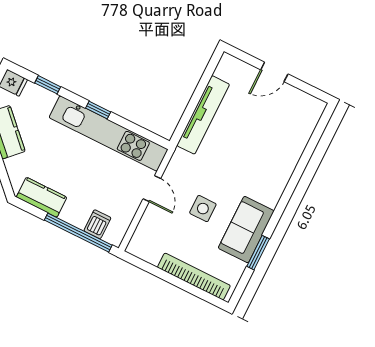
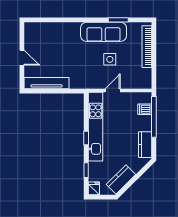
tv unit: (203, 115) -> (47, 83), moved
sofa: (246, 230) -> (104, 32), width x1.36

